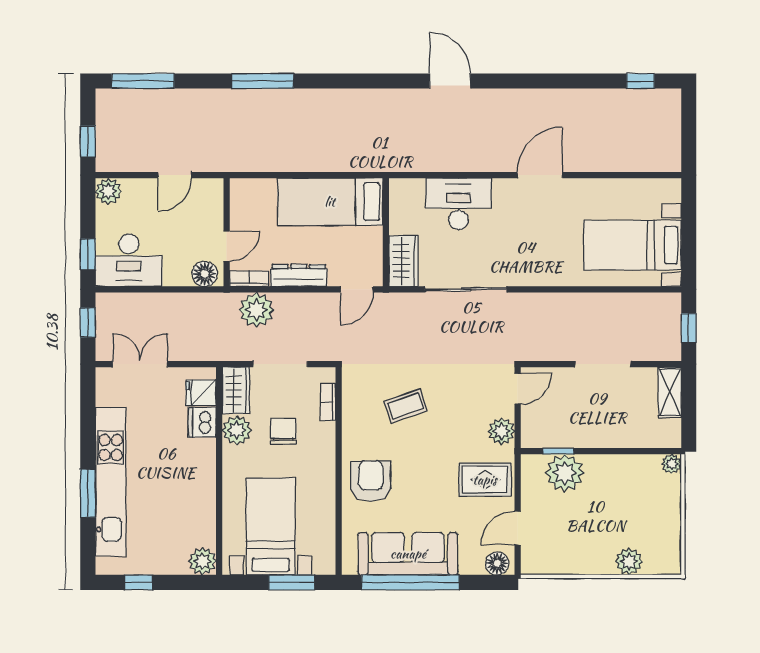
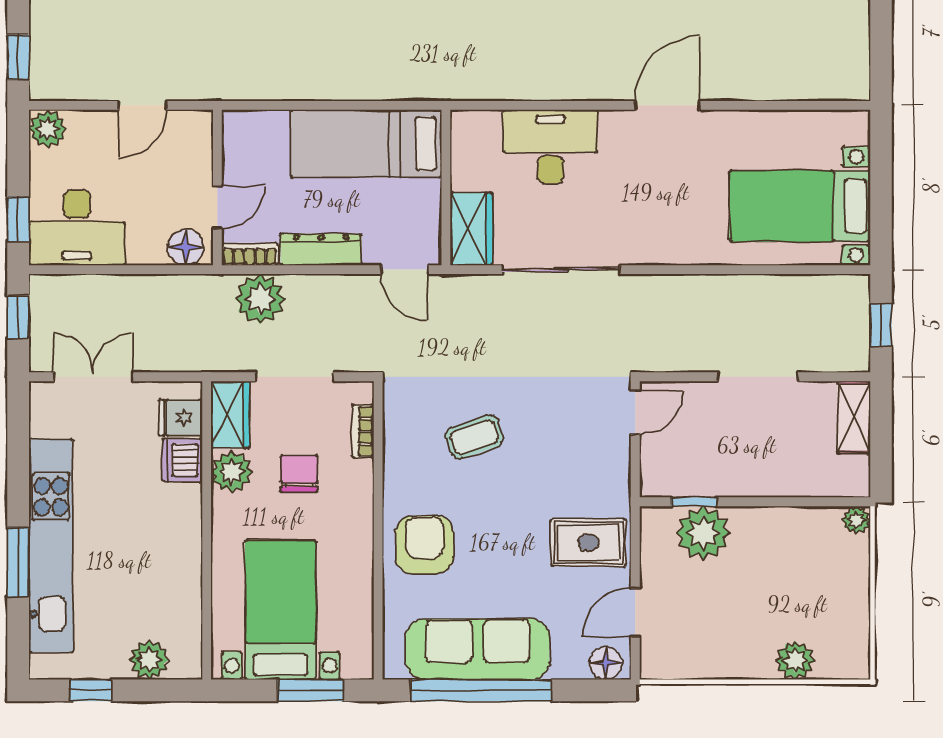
door: (357, 289) -> (404, 270), hinge flipped
plant: (501, 431) -> (612, 473), removed
plant: (202, 561) -> (149, 660), moved

